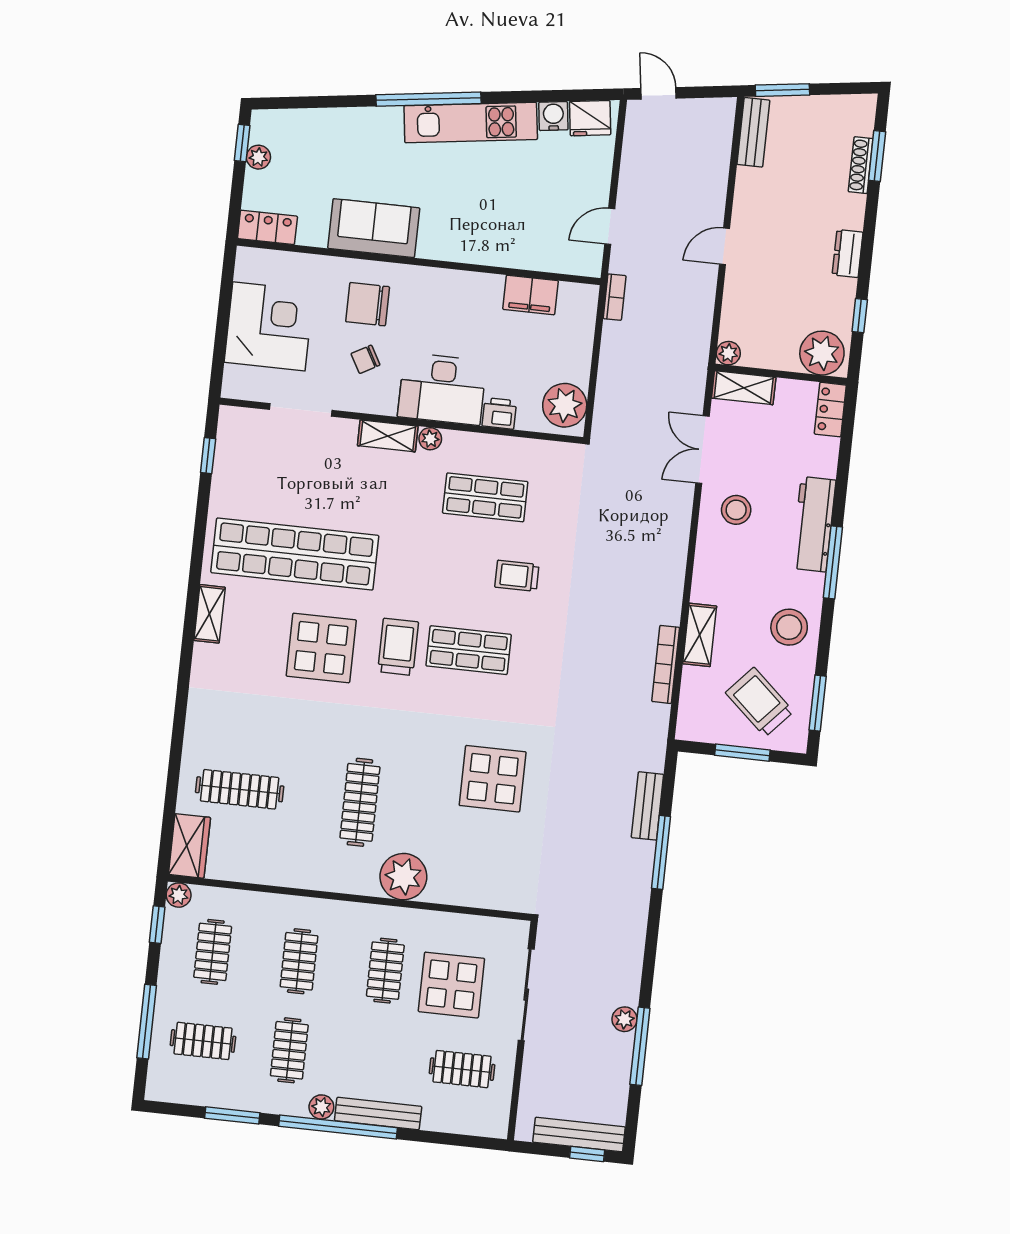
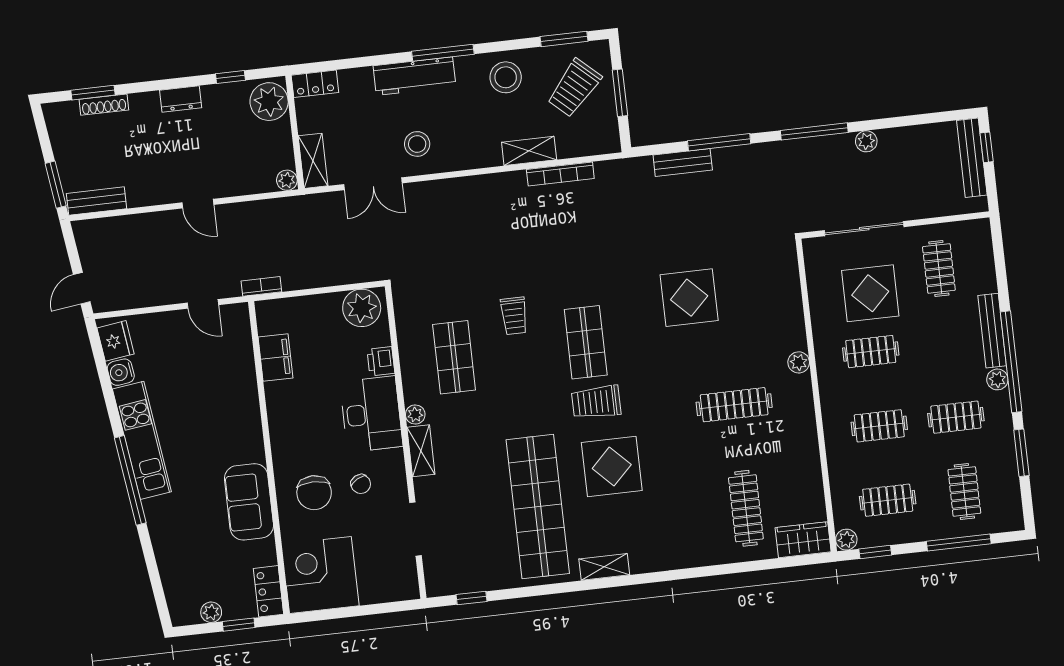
window: (242, 143) -> (239, 625), moved
corner desk: (269, 326) -> (320, 575), moved
plant: (403, 877) -> (799, 362), width x0.53, depth x0.53
window: (640, 1046) -> (814, 131), moved

